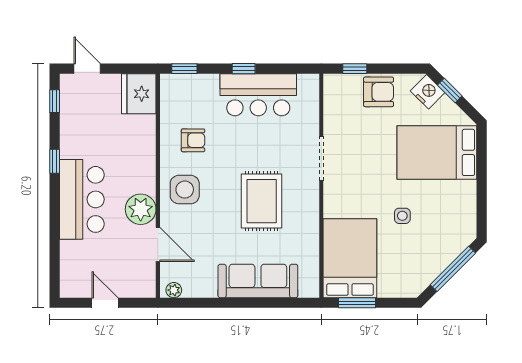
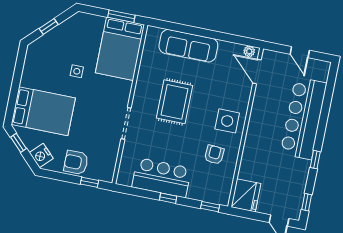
window: (450, 91) -> (18, 143), moved
armchair: (193, 140) -> (214, 155), turned 94
bar counter: (82, 199) -> (304, 118), width x1.36
plant: (141, 209) -> (261, 113), removed
door: (158, 244) -> (257, 72), moved
window: (453, 269) -> (49, 26), width x0.46

